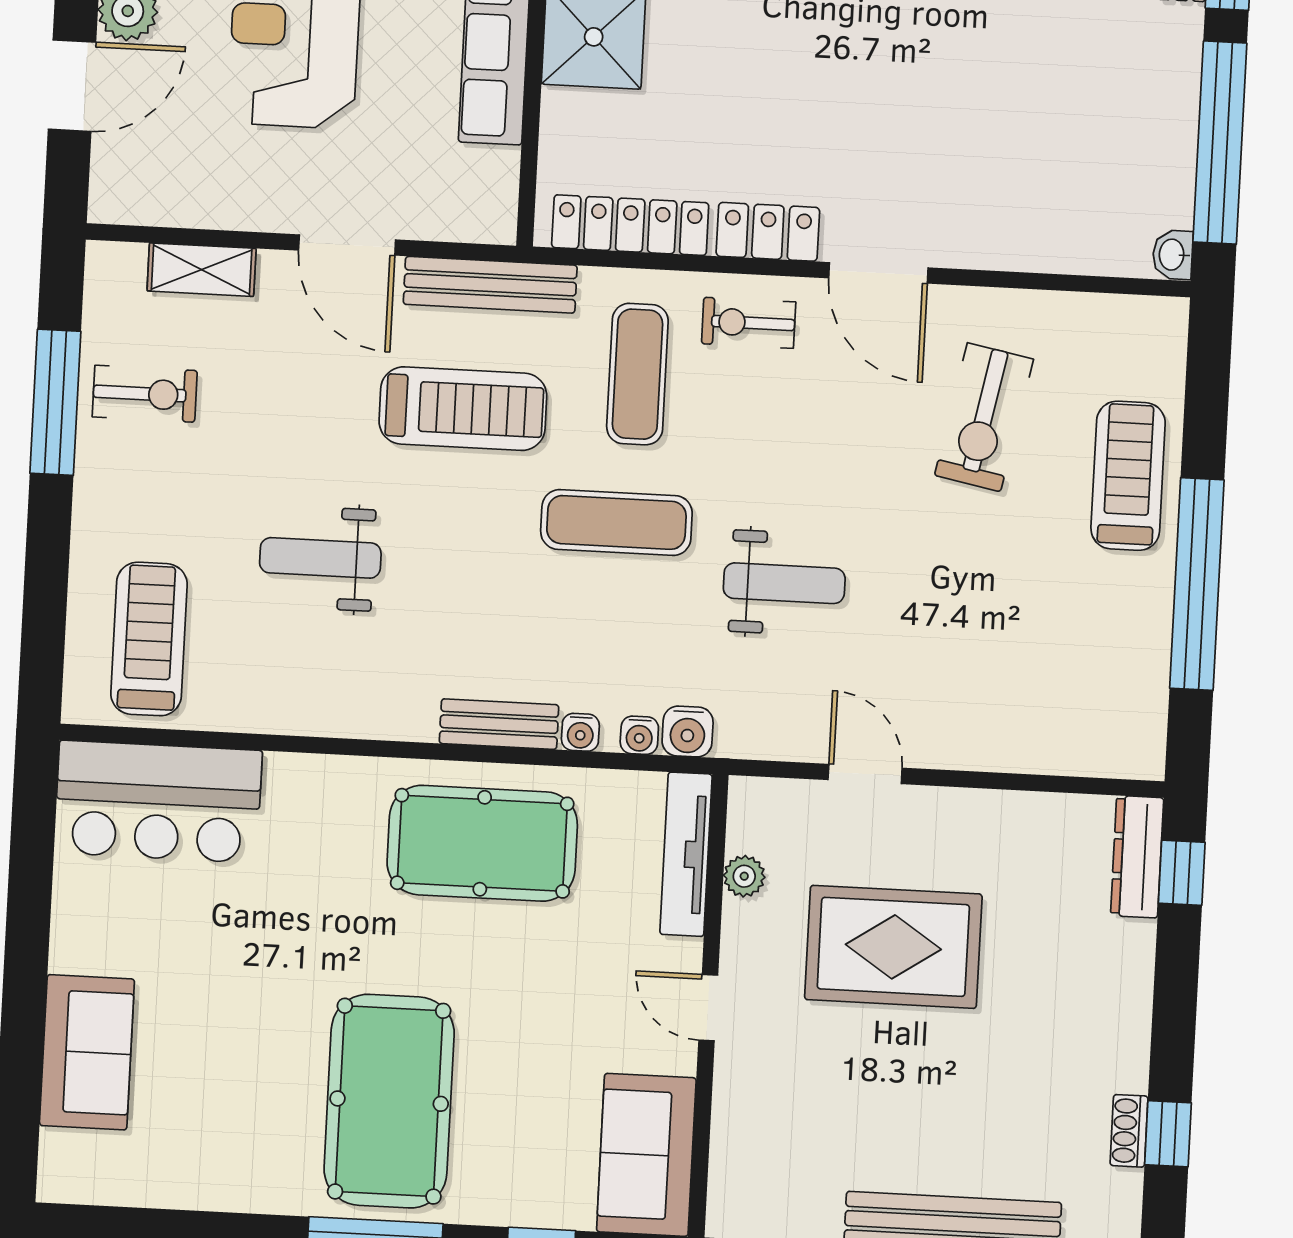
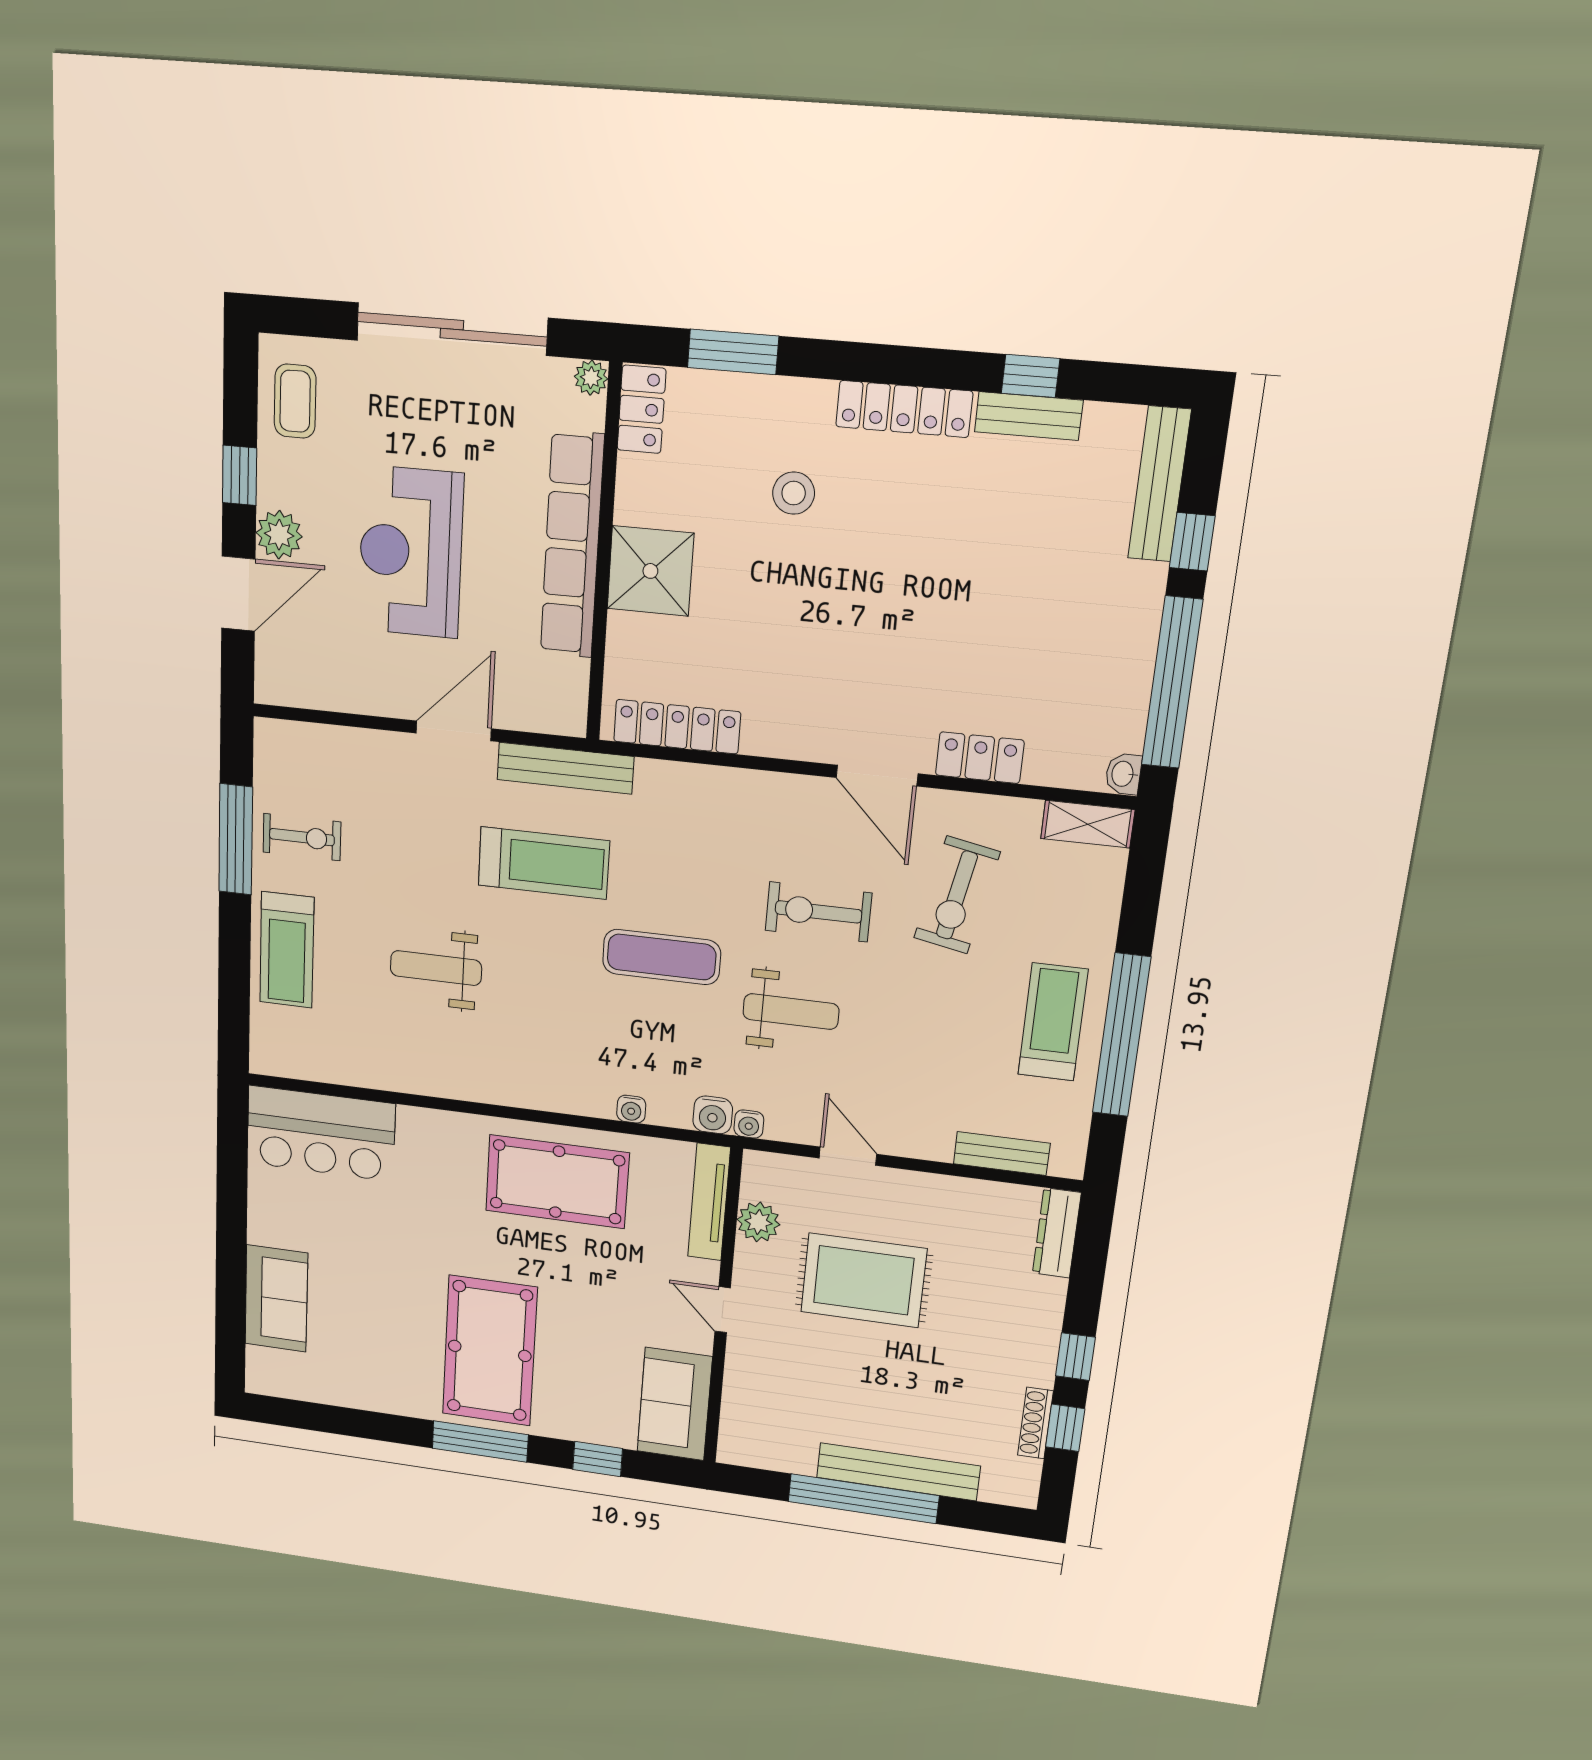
locker: (768, 232) -> (980, 758), moved
door: (347, 245) -> (454, 731), swing flipped
shelving: (202, 270) -> (1088, 824), moved
exercise bike: (749, 323) -> (818, 912), moved, width x1.38, depth x1.39
exercise mat: (637, 374) -> (680, 845), removed
treadmill: (1128, 476) -> (1053, 1022), moved
treadmill: (149, 639) -> (287, 950), moved, turned 180
bench: (499, 724) -> (1002, 1154), moved
water cooler: (639, 735) -> (749, 1124), moved
window: (1182, 873) -> (1075, 1357), moved
plant: (744, 876) -> (758, 1222), width x1.38, depth x1.38
shoe rack: (1129, 1131) -> (1035, 1423), width x1.43

